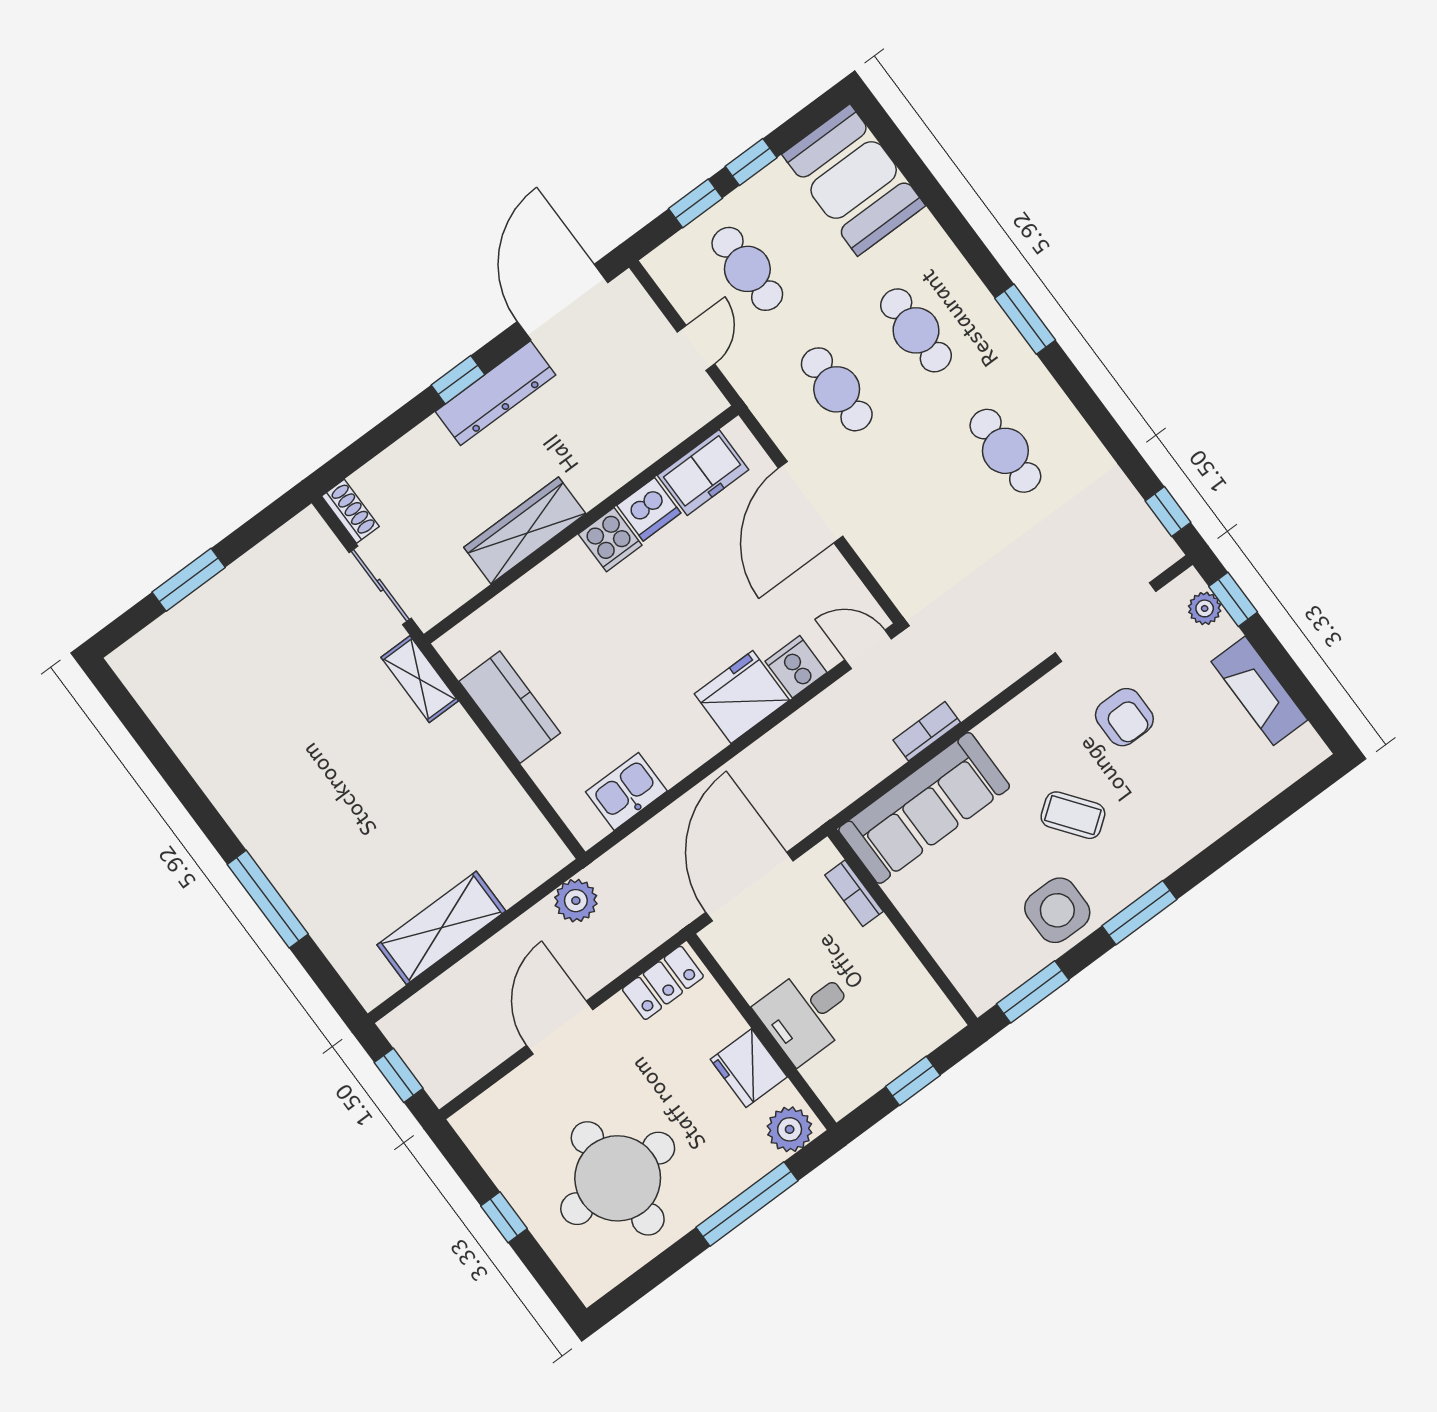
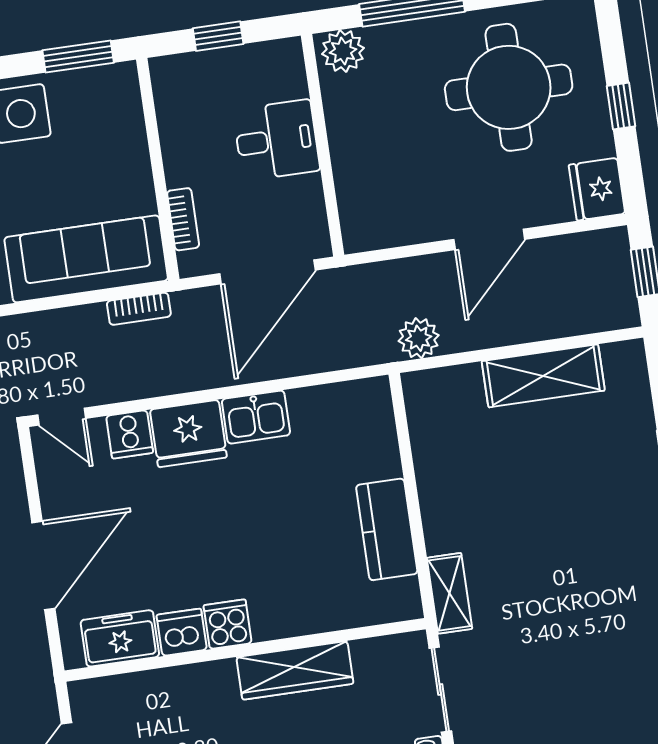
bookcase: (927, 731) -> (139, 309), moved
kitchen sink: (626, 791) -> (256, 417), moved
locker: (663, 983) -> (383, 230), removed
fridge: (749, 1068) -> (597, 189), moved, turned 180

